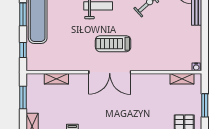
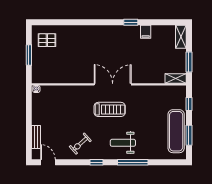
shelving: (56, 79) -> (176, 78), moved
shelving: (182, 79) -> (49, 79), removed

